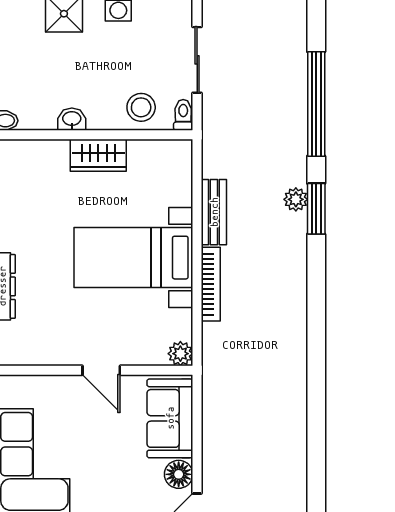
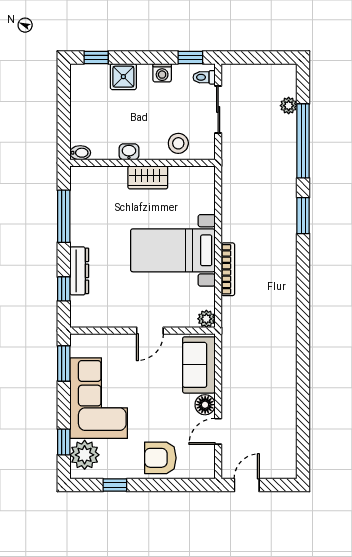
toilet: (183, 115) -> (204, 77), moved, turned -90
plant: (296, 199) -> (289, 106), moved
bench: (214, 212) -> (230, 218), removed
door: (101, 370) -> (150, 331), hinge flipped

